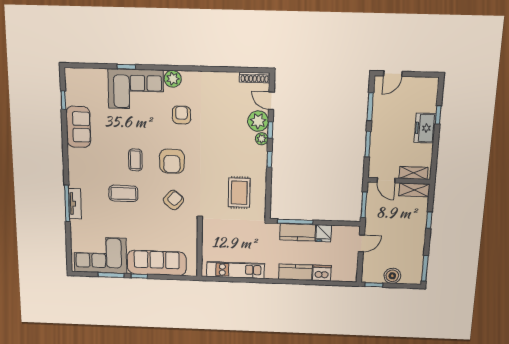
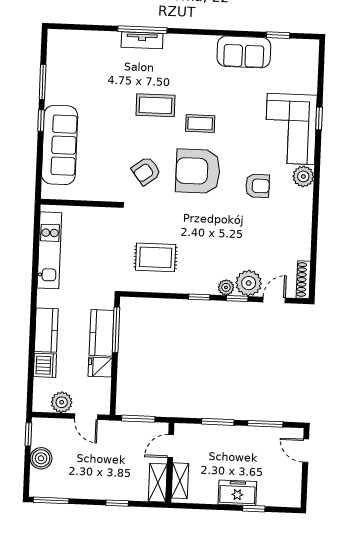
armchair: (172, 161) -> (198, 171), width x1.36, depth x1.36
coffee table: (123, 193) -> (156, 105), turned 90
armchair: (173, 200) -> (146, 171), turned 102
corner sofa: (100, 255) -> (71, 69), removed
plant: (350, 261) -> (62, 402), added

